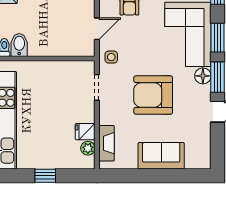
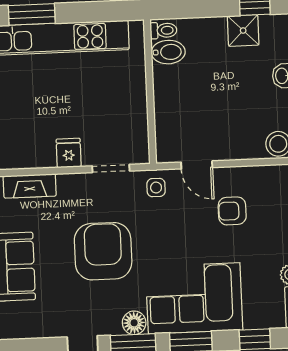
fridge: (85, 132) -> (69, 153), moved
plant: (88, 148) -> (21, 159), removed

